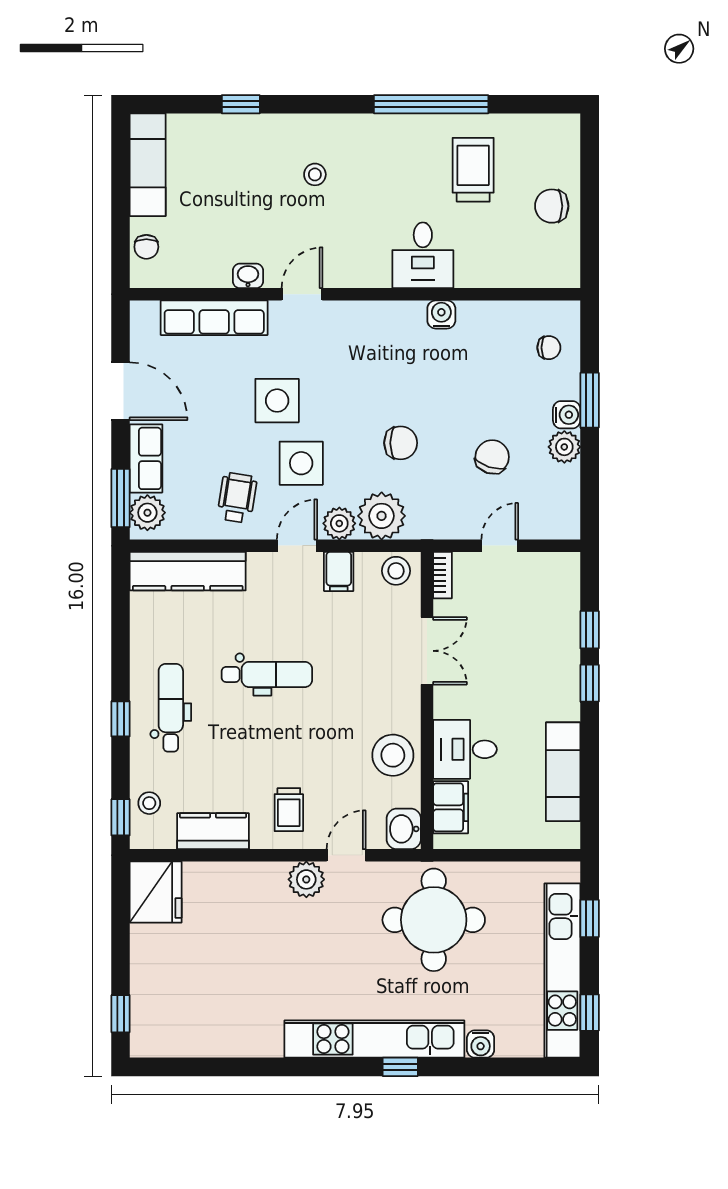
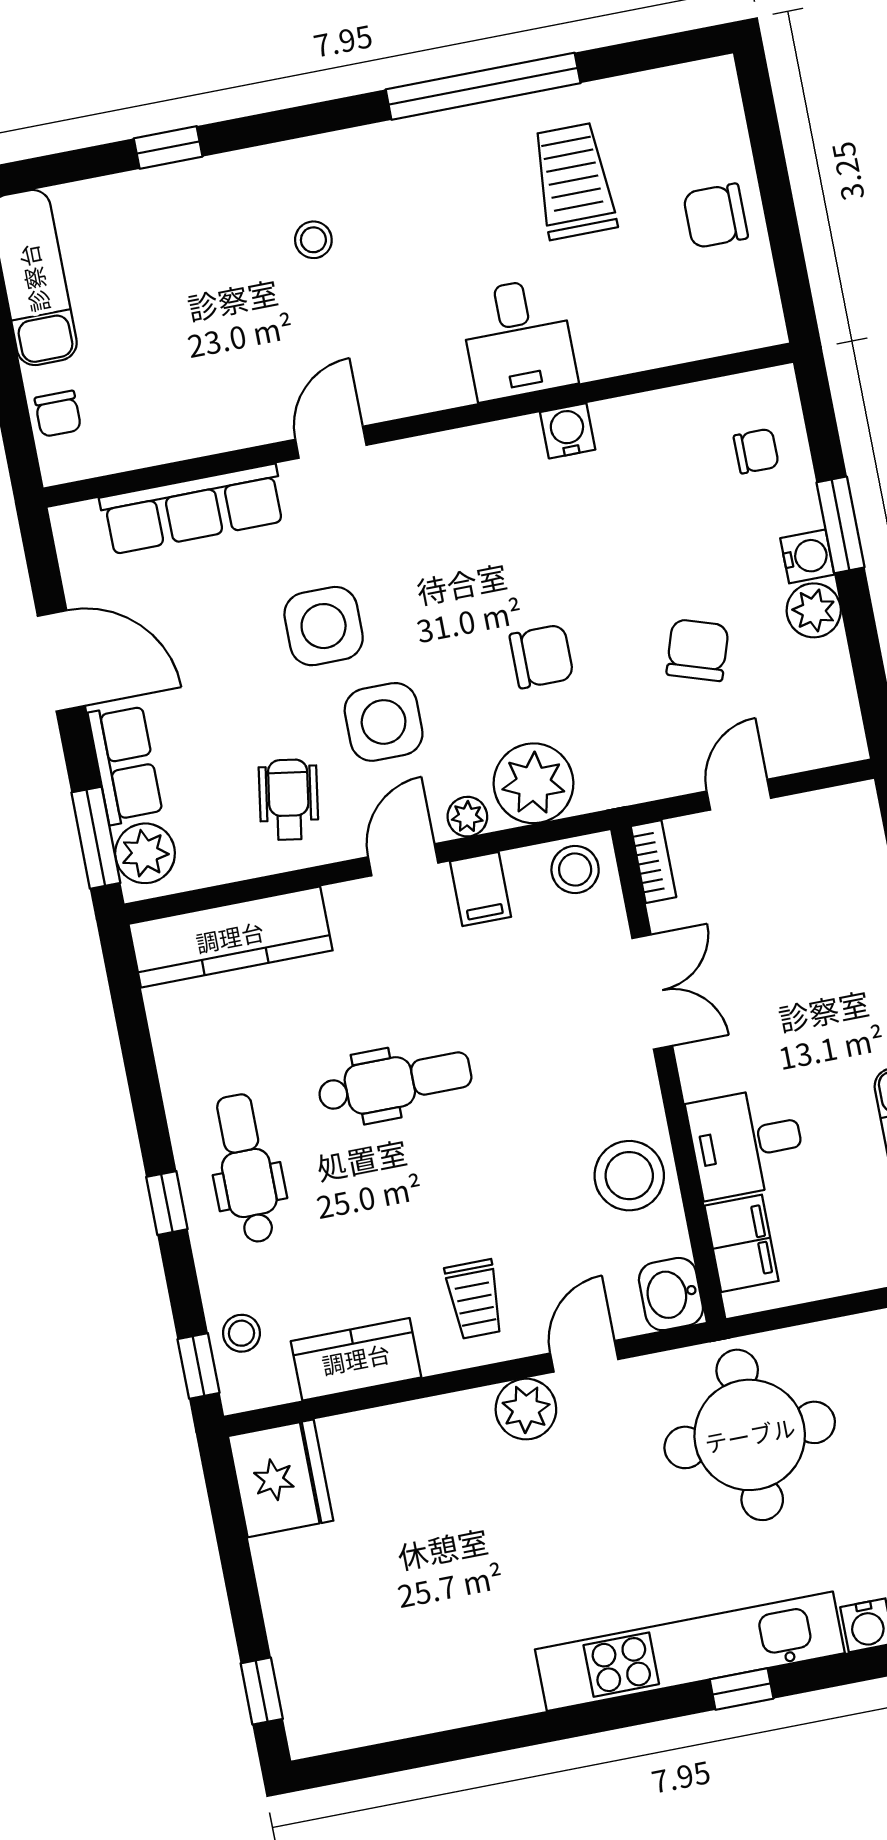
washbasin: (248, 276) -> (235, 429), removed
plant: (339, 523) -> (467, 817), width x0.73, depth x0.73

